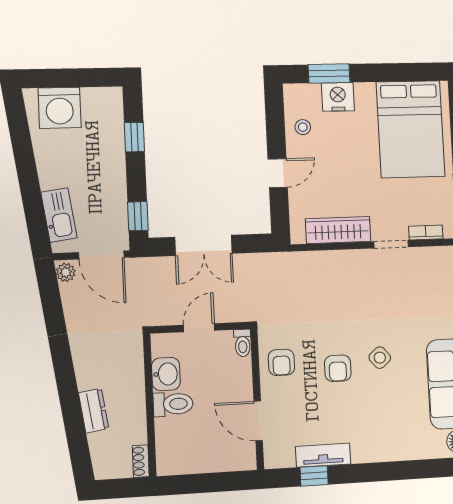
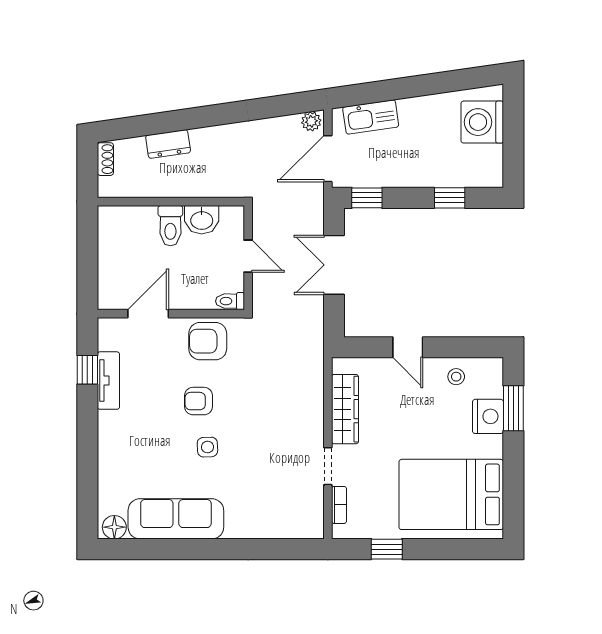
side table: (380, 358) -> (207, 447), turned 38
armchair: (281, 362) -> (208, 341), width x1.38, depth x1.38
shoe rack: (141, 461) -> (105, 159), moved, turned 90

